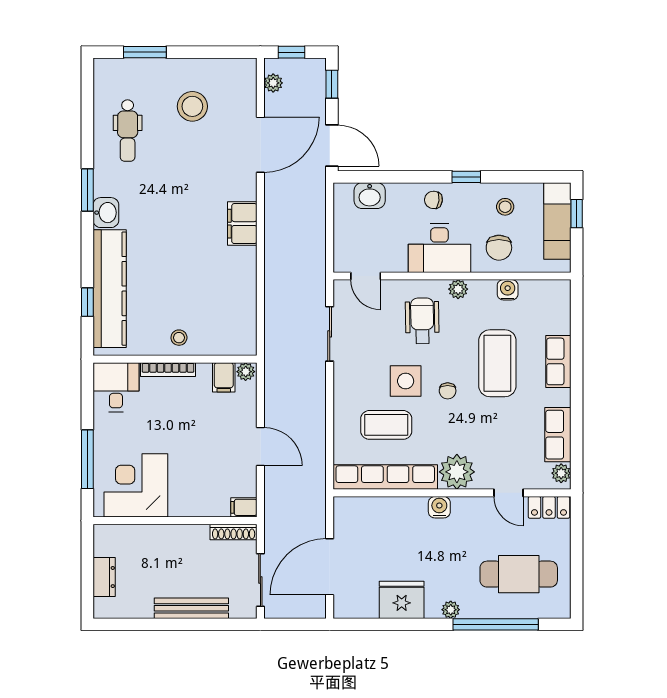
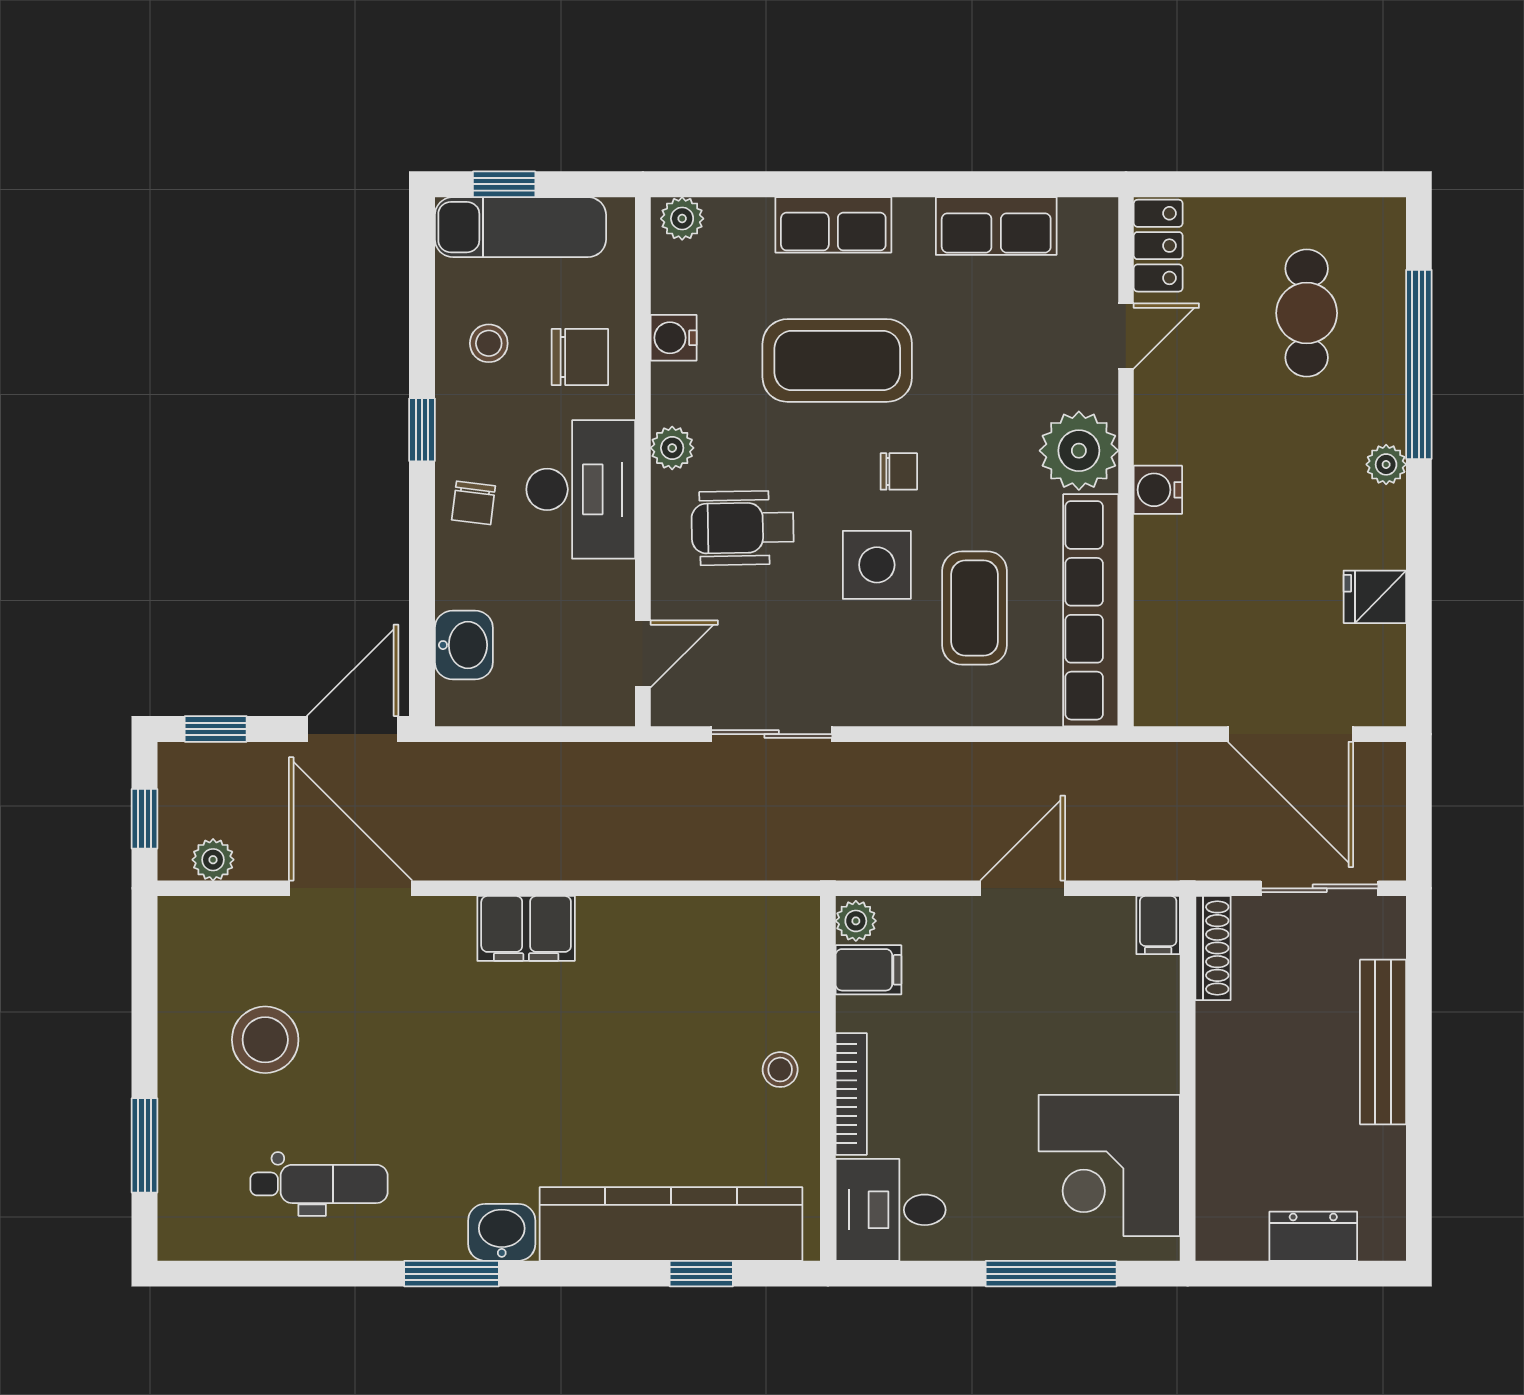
plant: (561, 473) -> (682, 219), moved
cafe table: (519, 574) -> (1307, 313), width x0.73, depth x0.74
fridge: (402, 600) -> (1375, 597), width x0.53, depth x0.75

